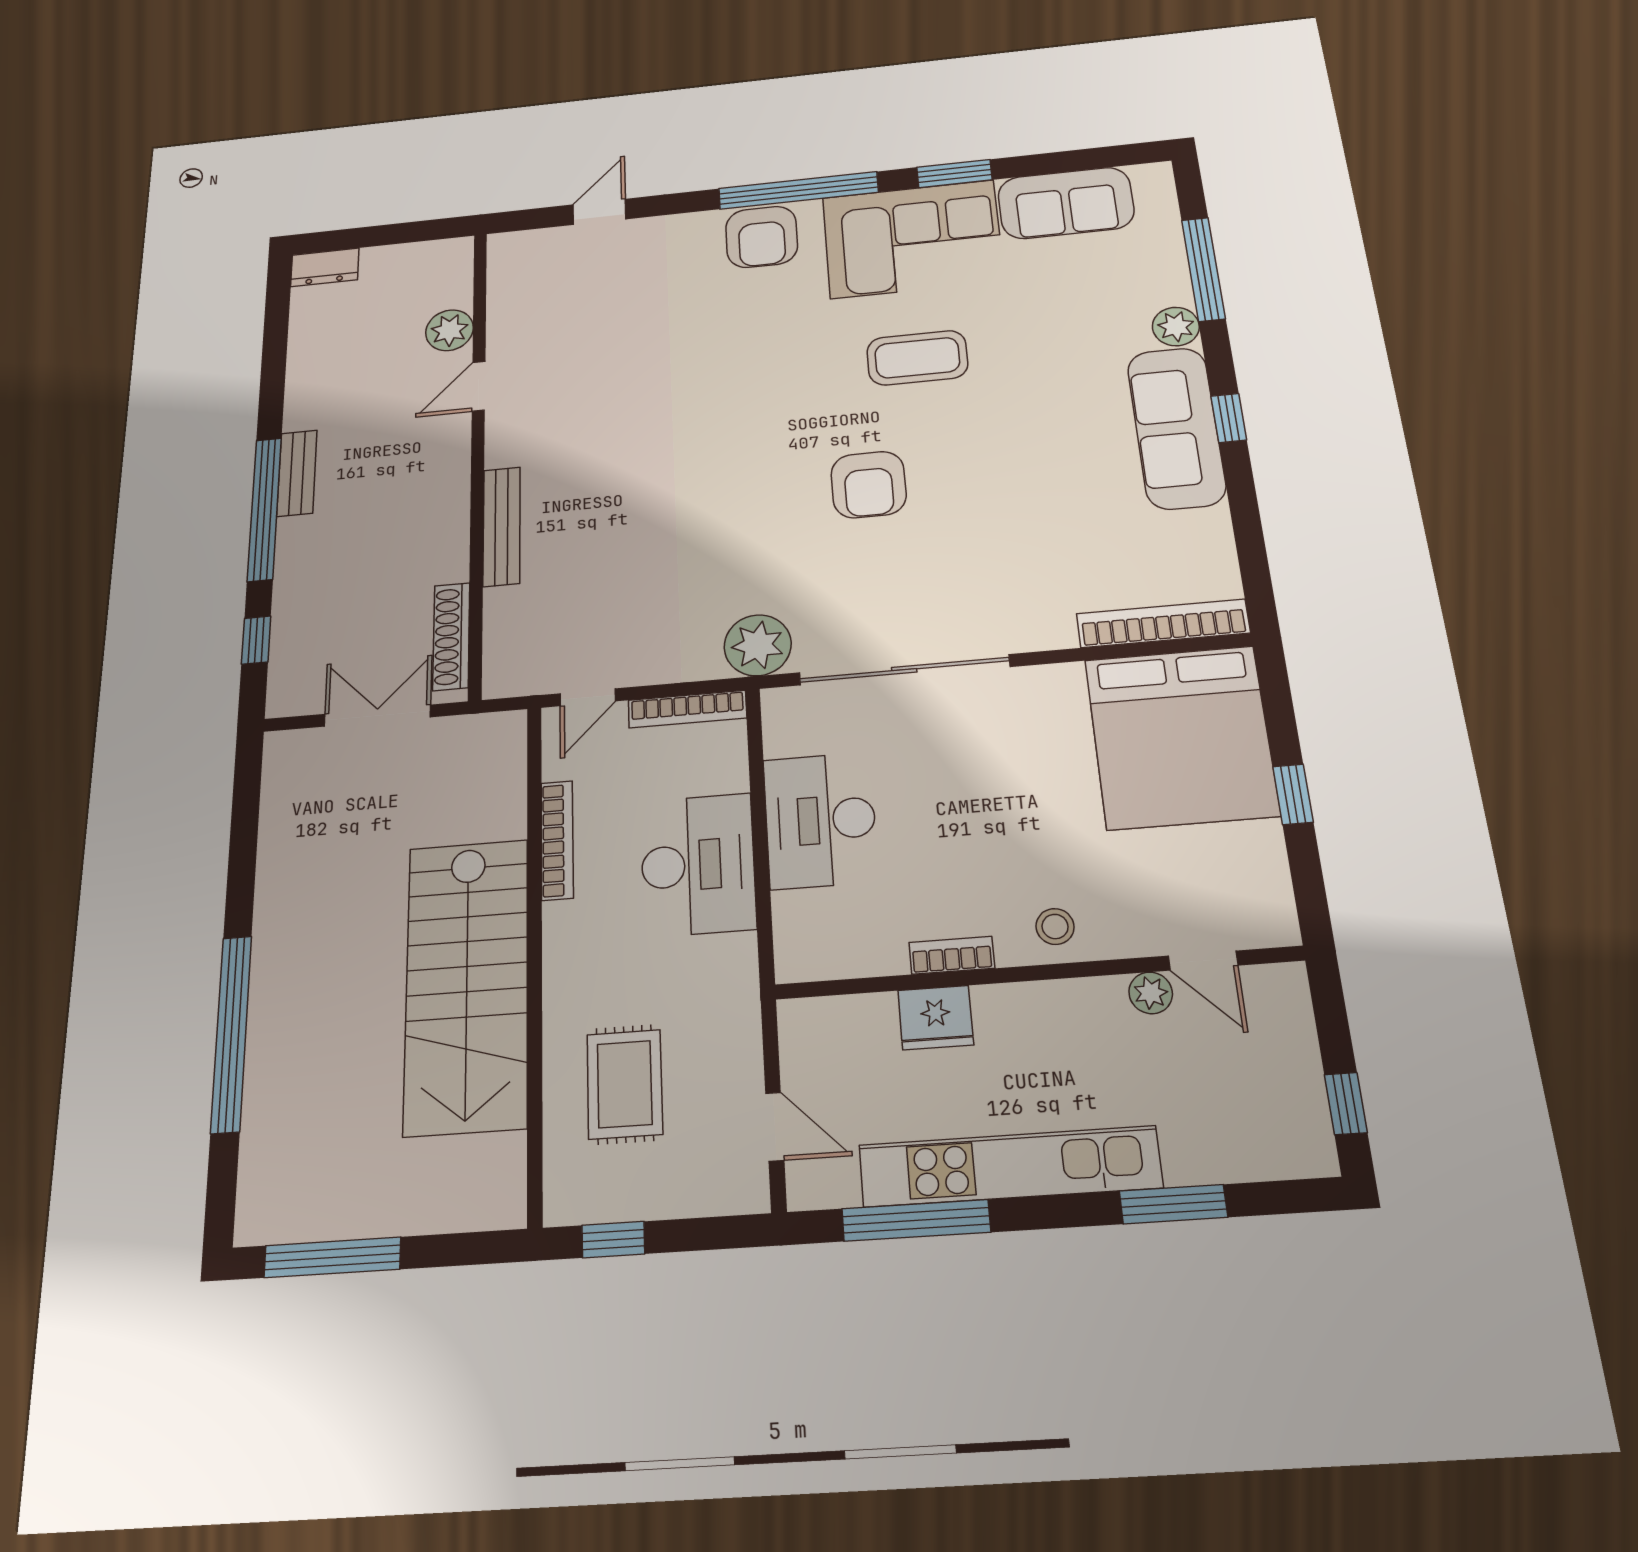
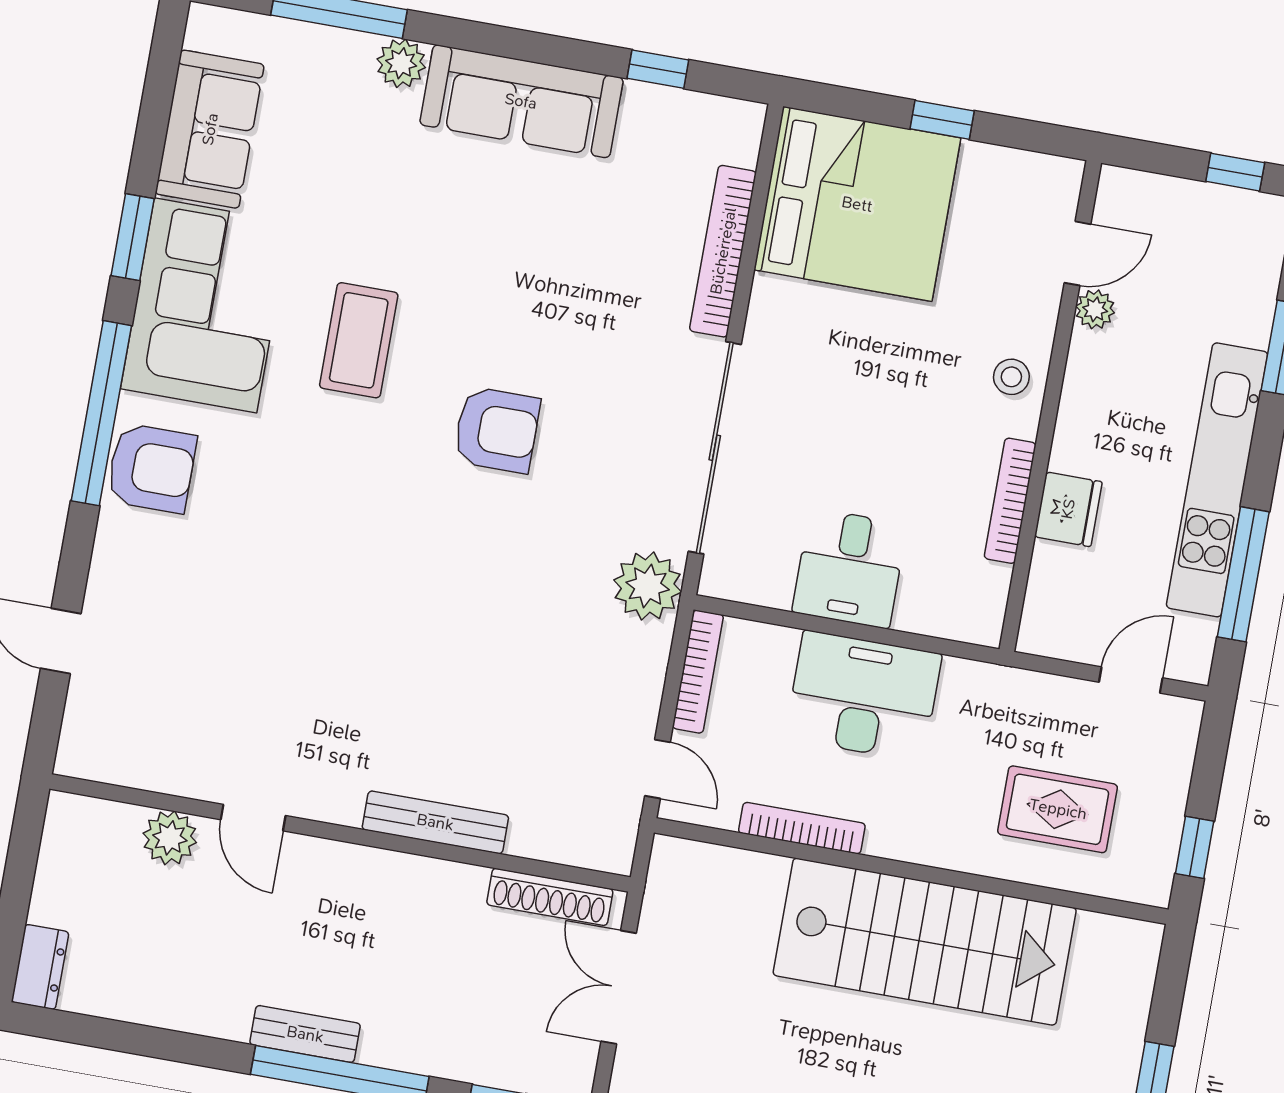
window: (1229, 418) -> (658, 69), moved
bookcase: (1163, 623) -> (723, 251), moved
desk: (820, 820) -> (850, 568), width x0.73
bookcase: (952, 955) -> (1010, 501), width x1.56

